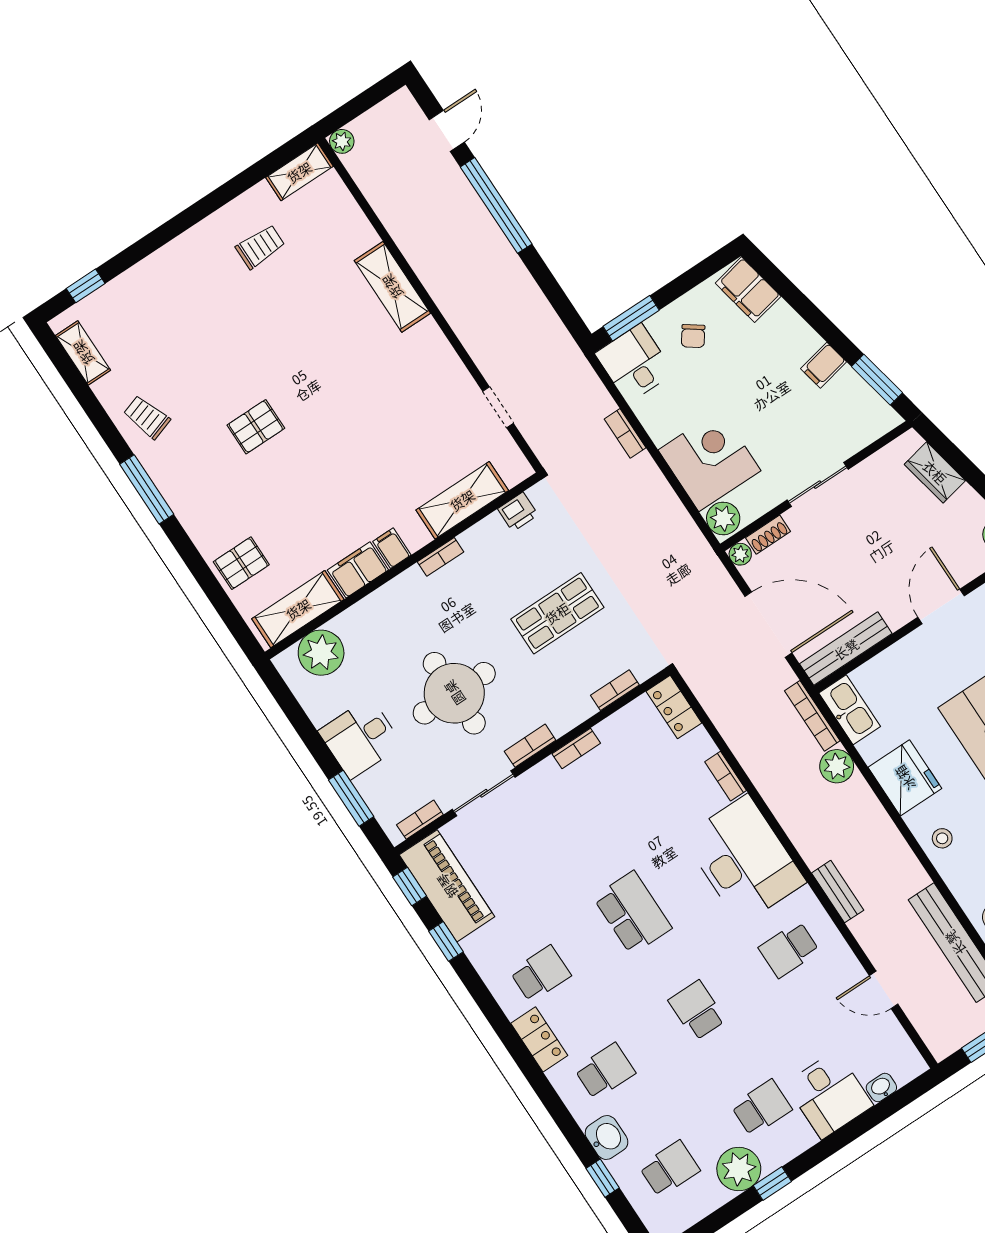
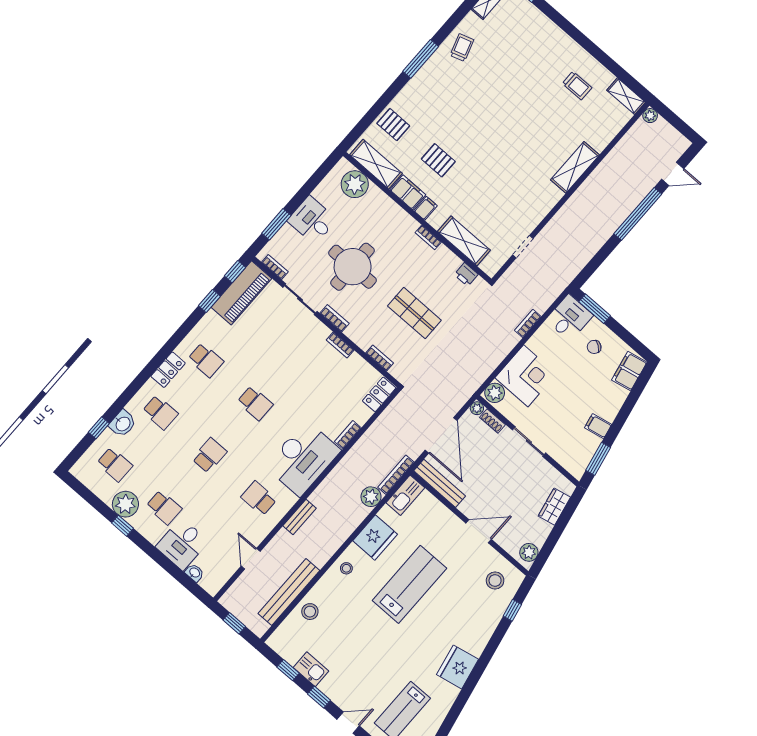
pallet: (256, 427) -> (438, 160), moved
school desk: (632, 913) -> (255, 403), width x0.54

